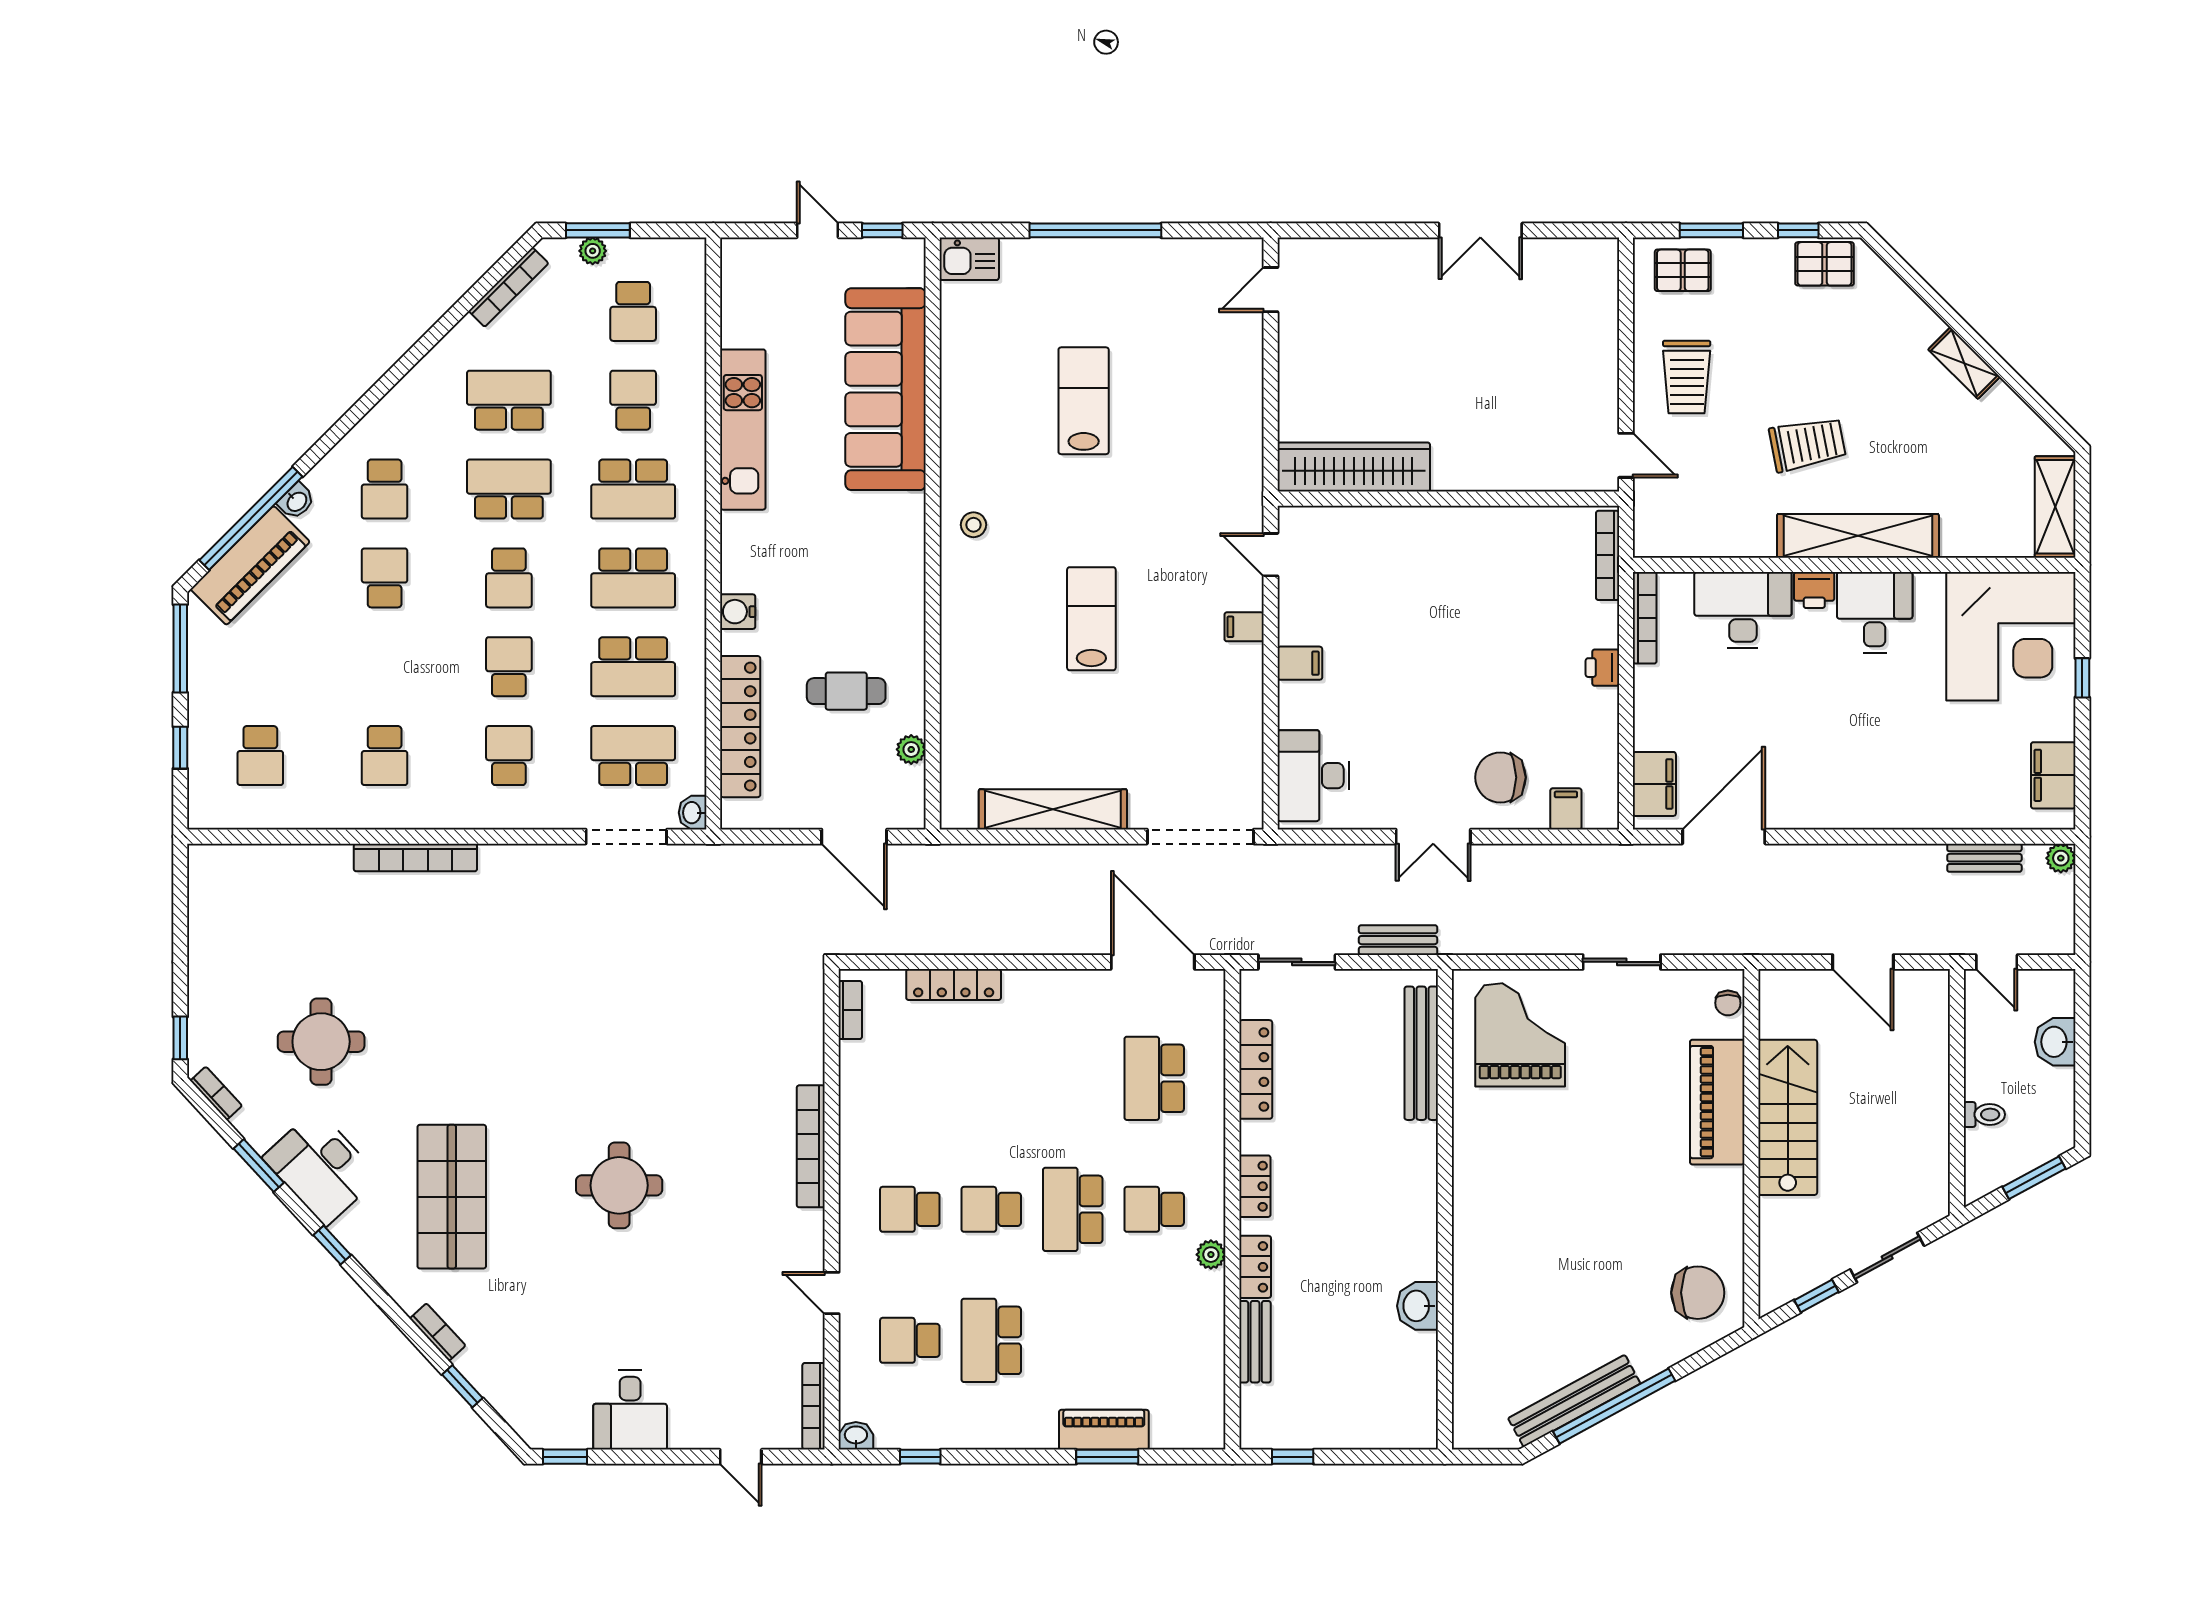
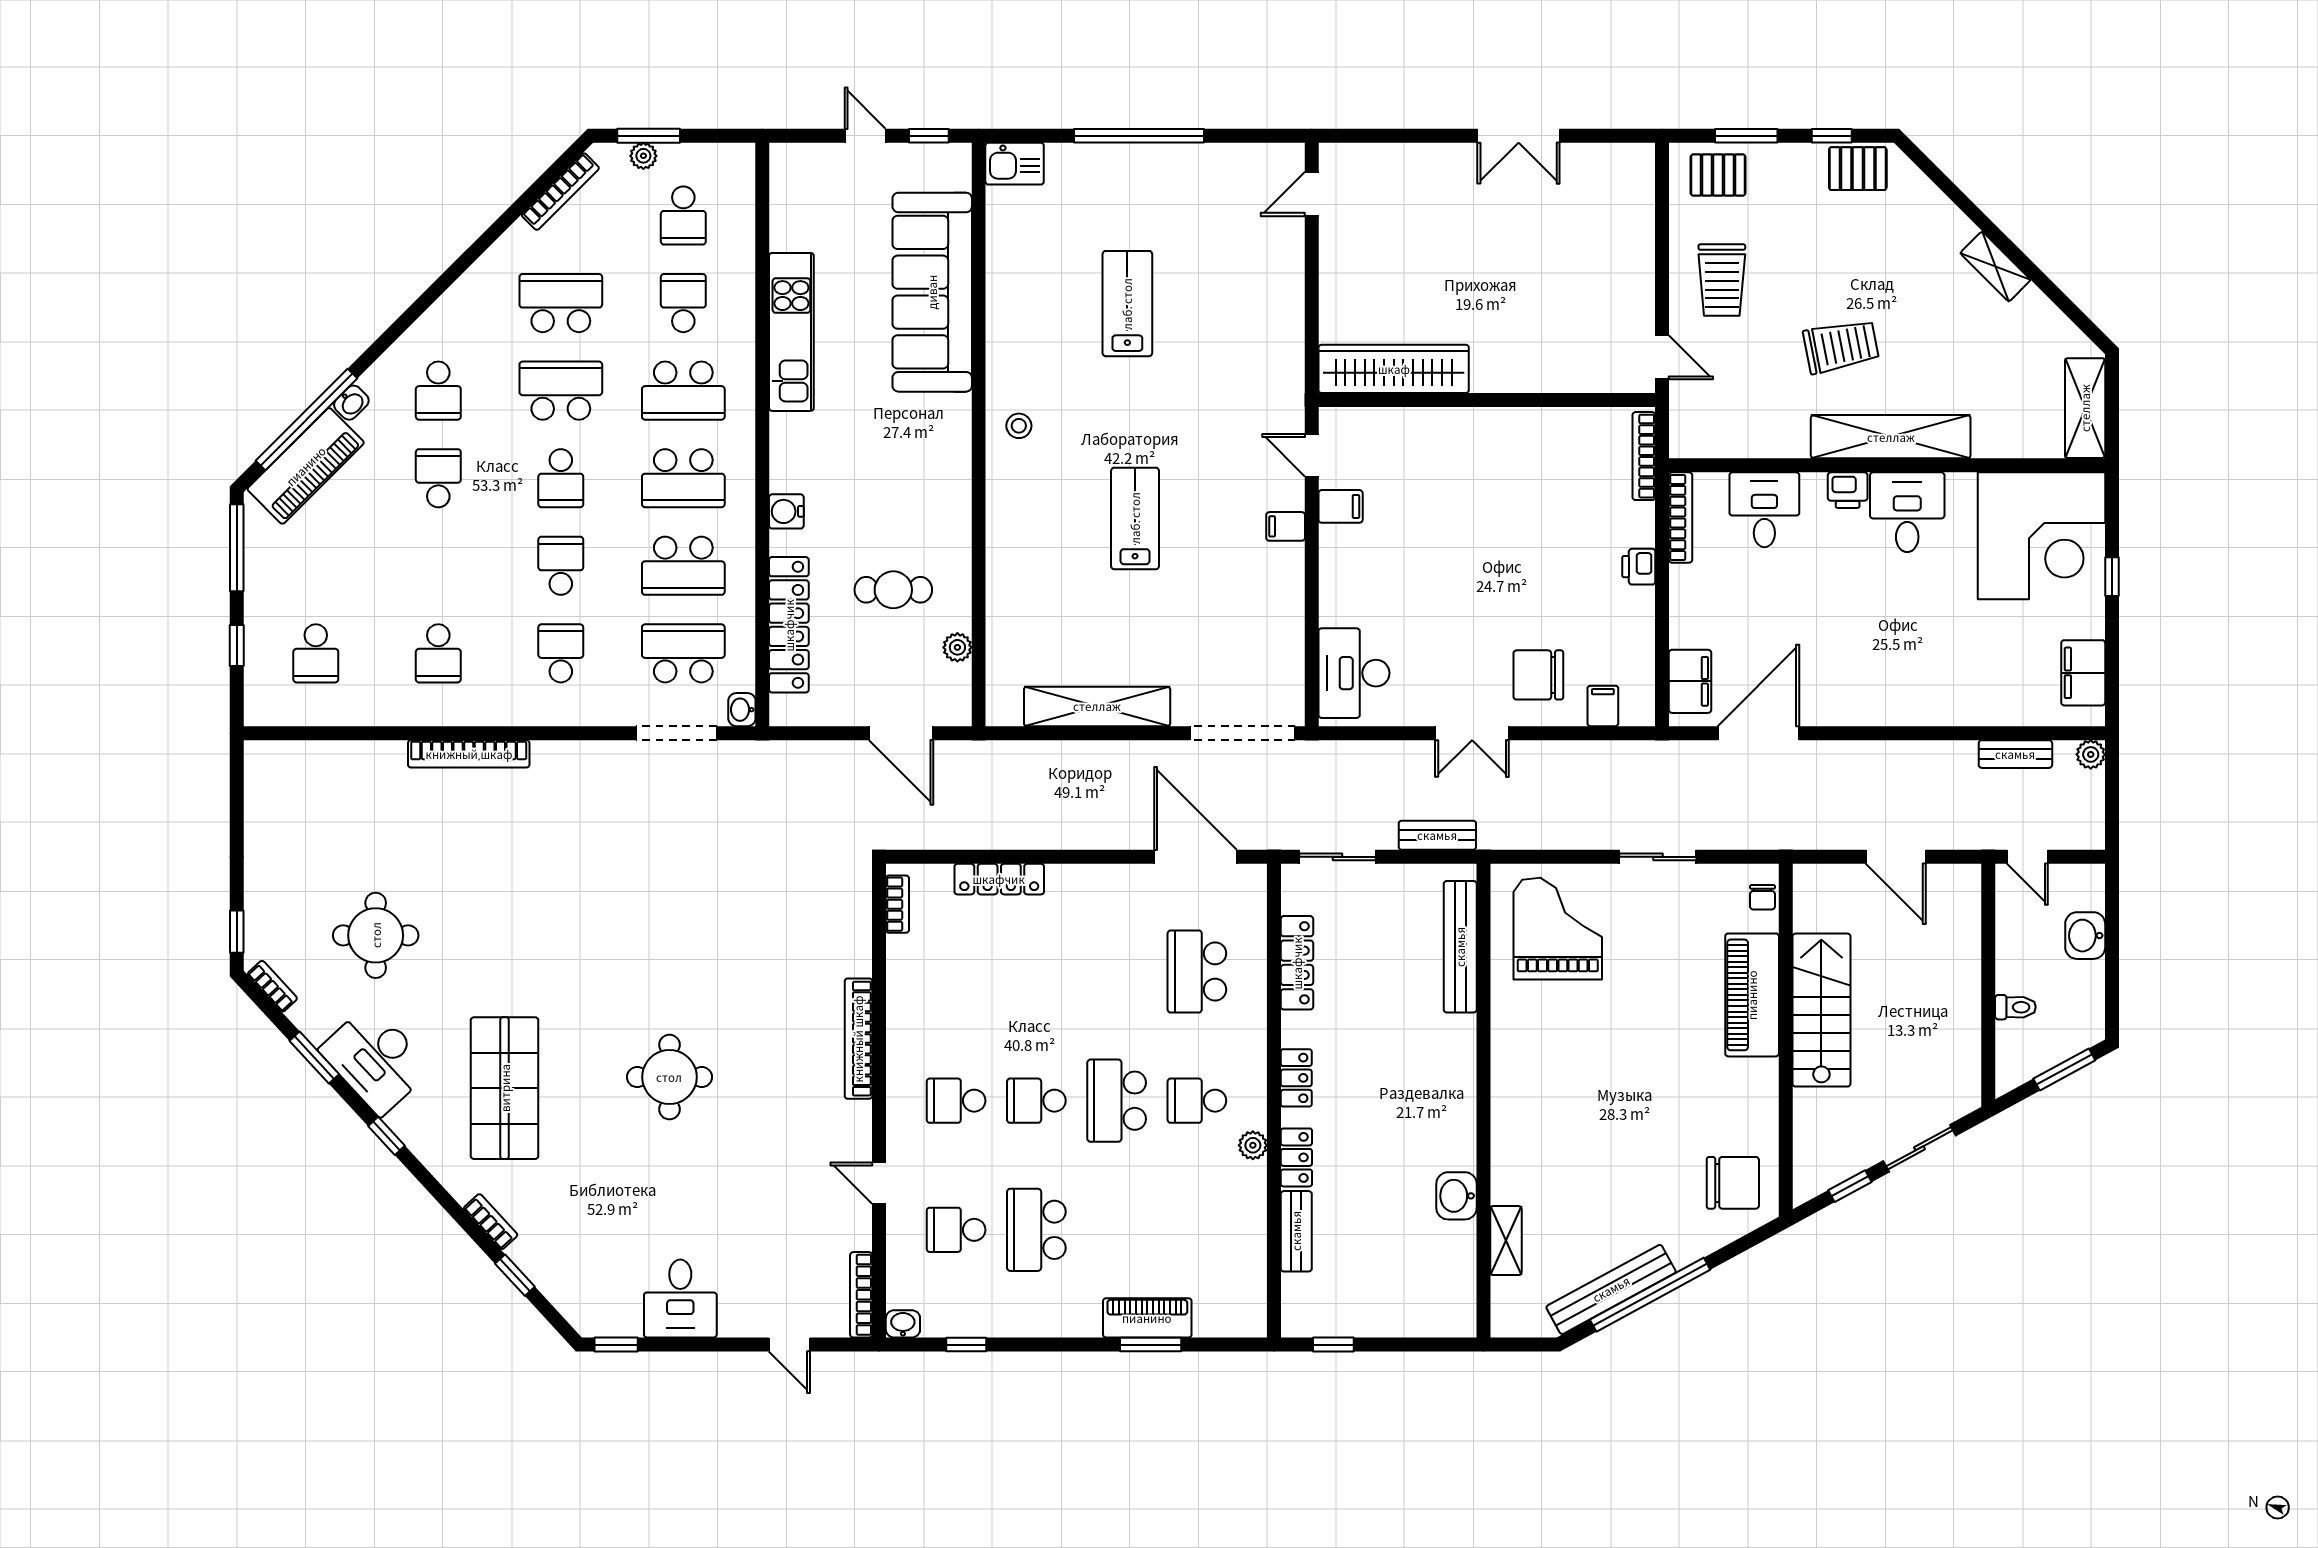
desk: (1743, 610) -> (1764, 510), width x0.73
filing cabinet: (1300, 663) -> (1341, 506), moved
shelving: (1468, 1351) -> (1506, 1241), added

